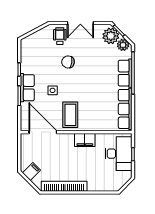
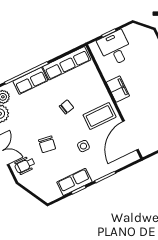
row of seats: (27, 88) -> (74, 182), moved
chair: (90, 92) -> (66, 107), added
desk: (119, 154) -> (115, 48), width x0.73

